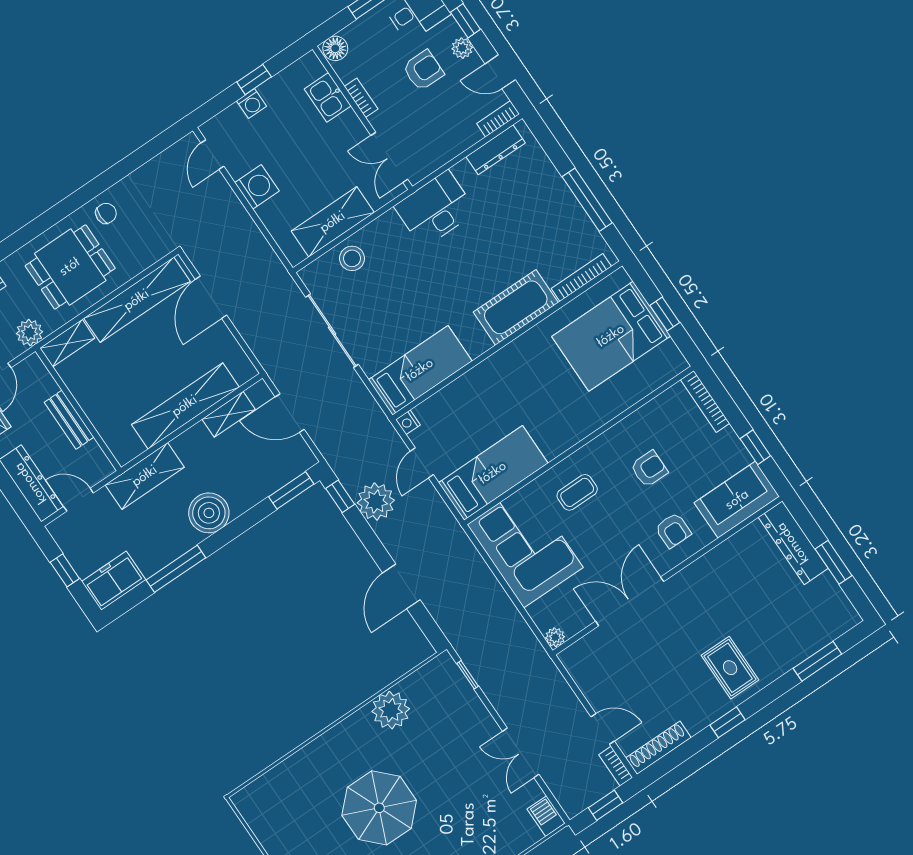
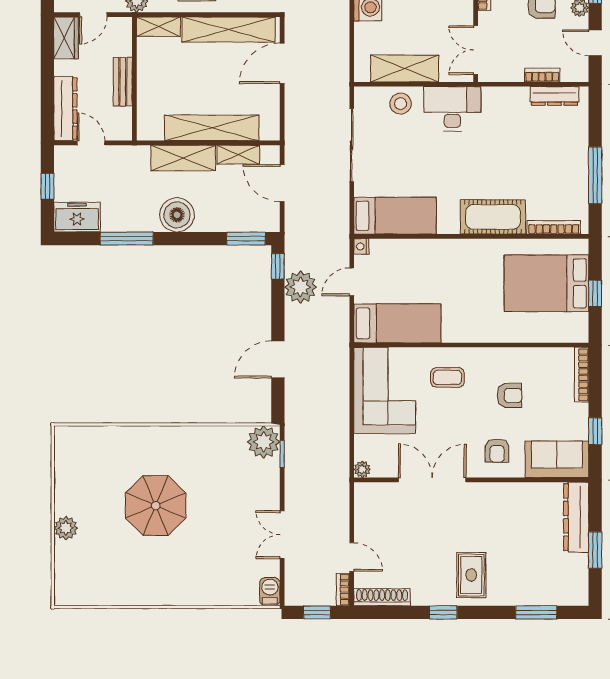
bookcase: (498, 119) -> (542, 75), moved
desk: (435, 209) -> (452, 109), moved
shelving: (145, 476) -> (183, 158), moved
plant: (391, 710) -> (264, 442), moved

